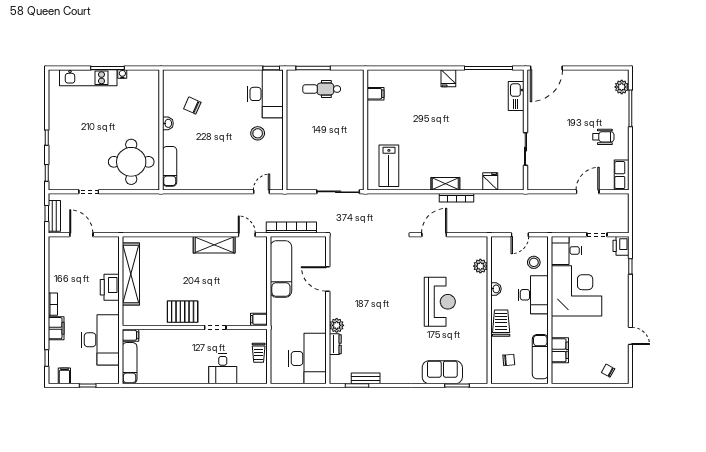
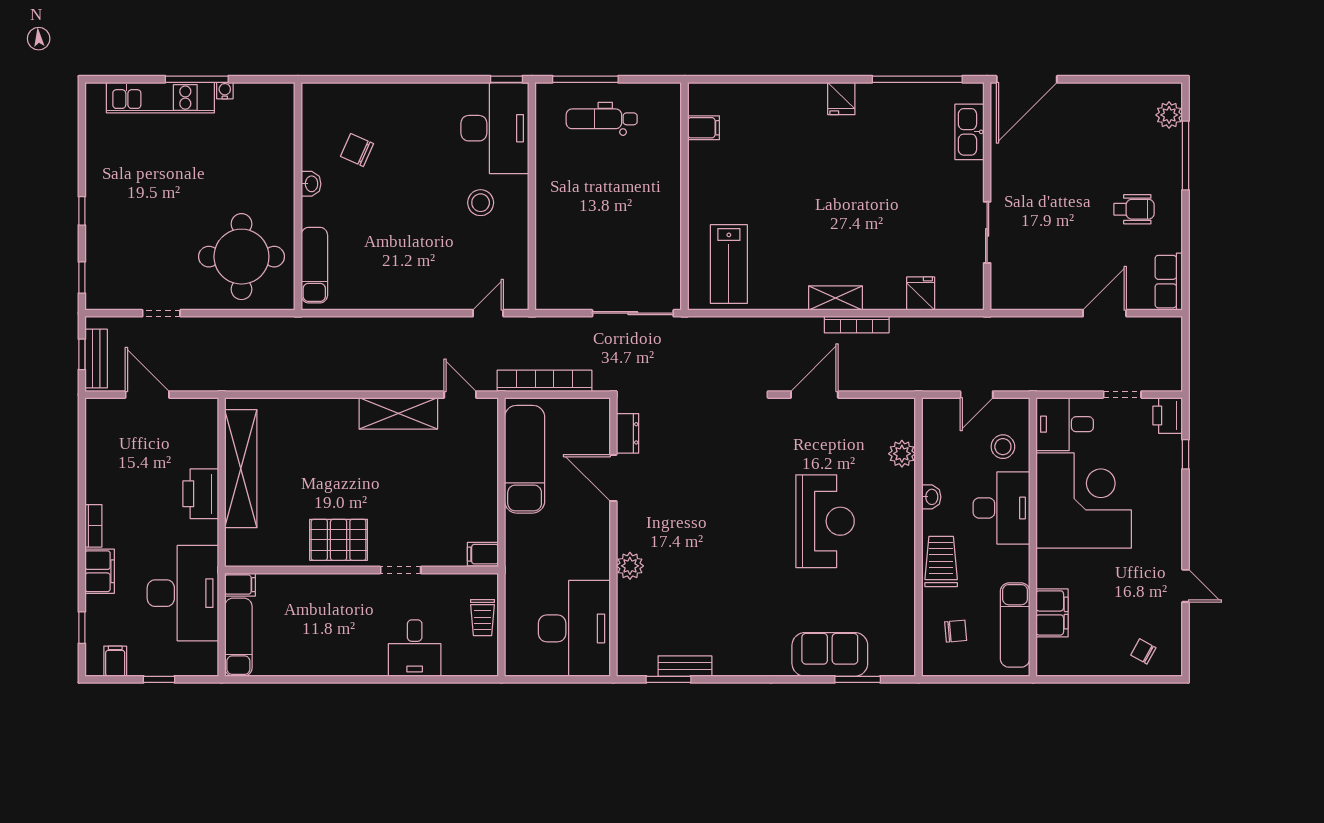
dresser: (335, 344) -> (628, 433), moved

